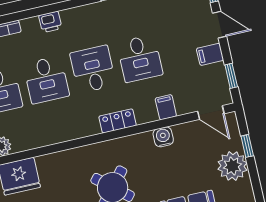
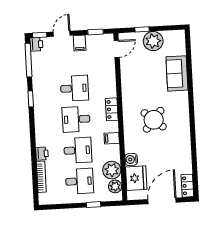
printer: (50, 22) -> (42, 154), moved
filing cabinet: (166, 107) -> (112, 138), moved
plant: (25, 137) -> (112, 170), added
water cooler: (163, 137) -> (131, 159), moved

